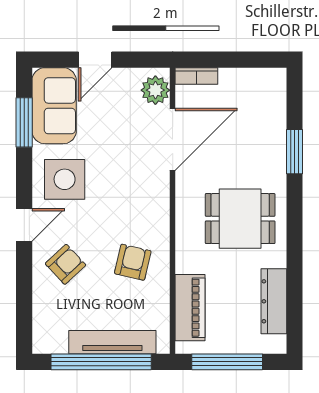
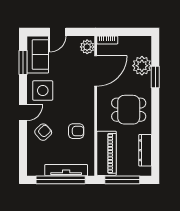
plant: (267, 129) -> (142, 66), added
armchair: (133, 262) -> (76, 131), turned 77
piano: (190, 308) -> (107, 153), width x1.37, depth x1.33

